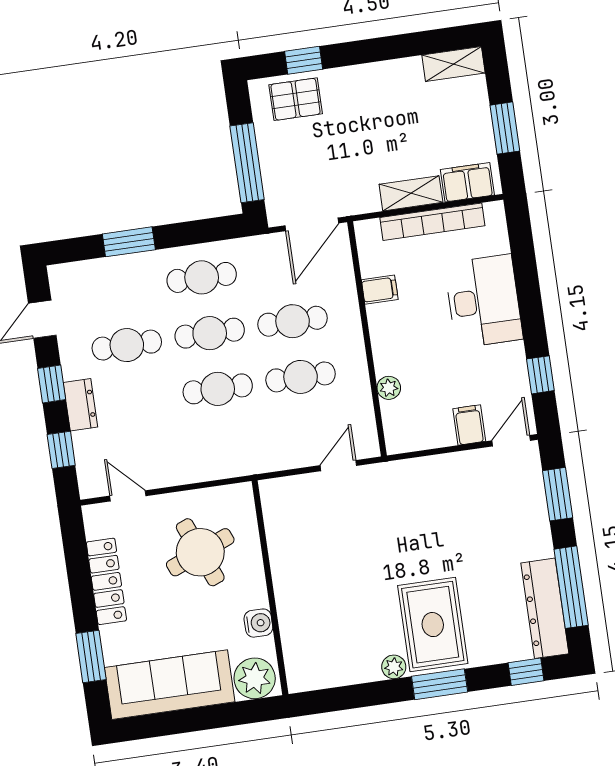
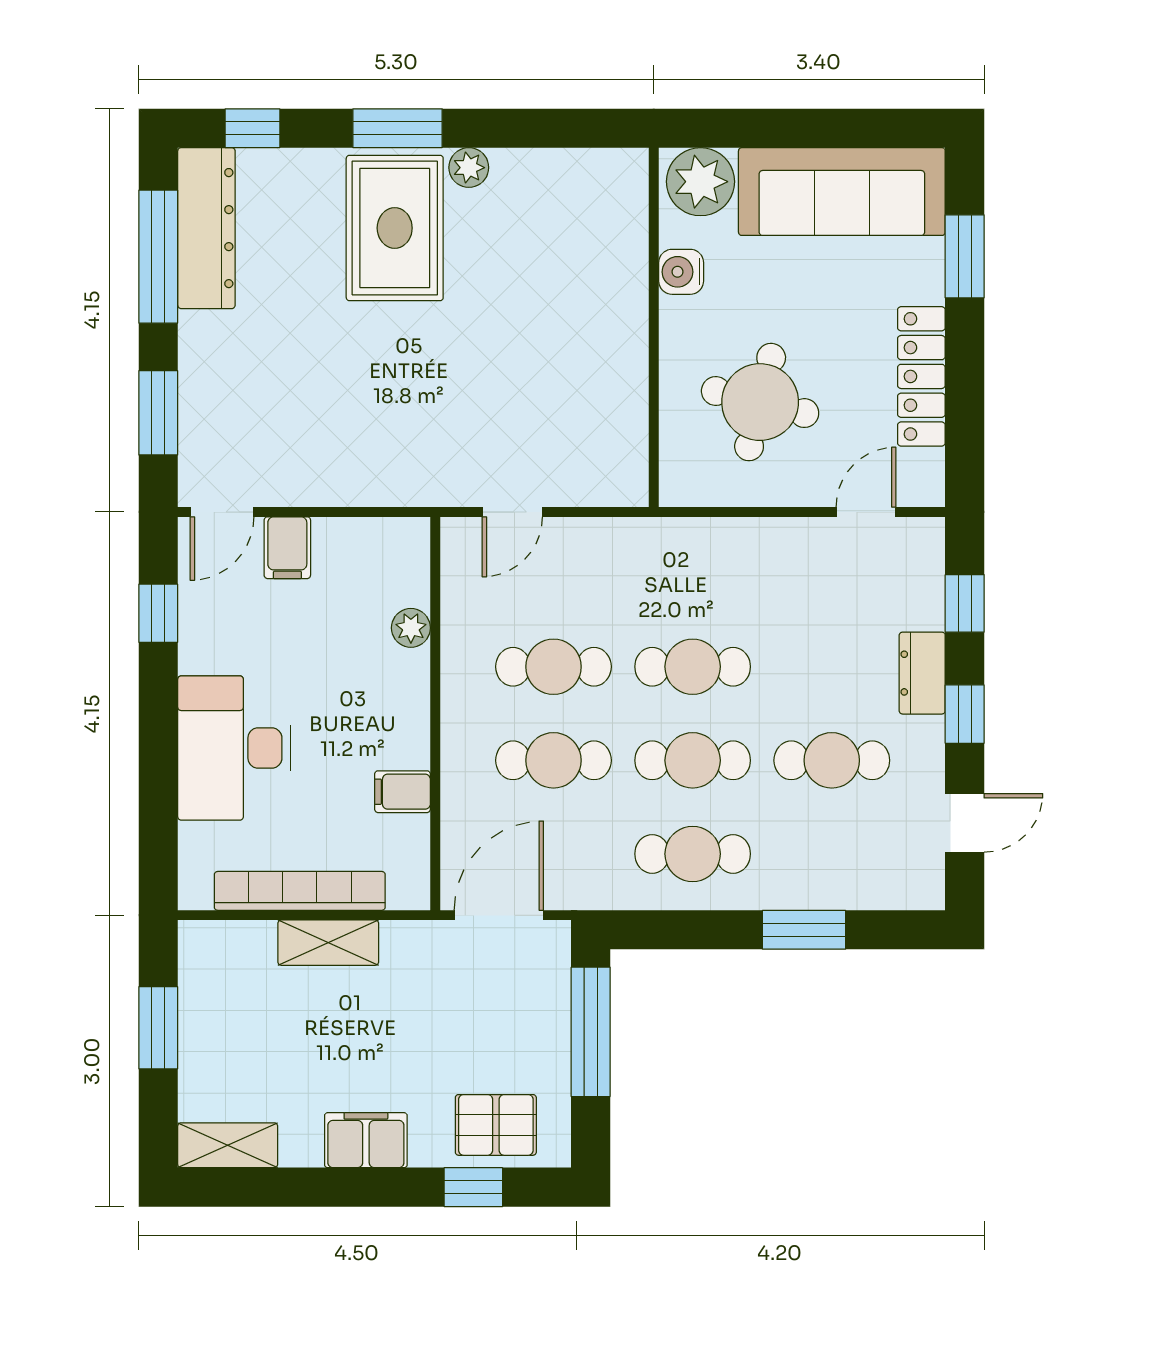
filing cabinet: (467, 182) -> (366, 1140), moved, turned 180
door: (128, 496) -> (866, 512), swing flipped
round table: (200, 552) -> (760, 402), turned 36

